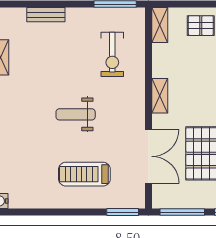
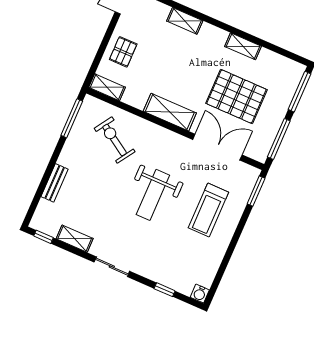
exercise bike: (112, 54) -> (115, 140), turned -147
shelving: (160, 96) -> (170, 112), width x1.50, depth x1.33
weight bench: (76, 114) -> (153, 195), width x1.36, depth x1.33

